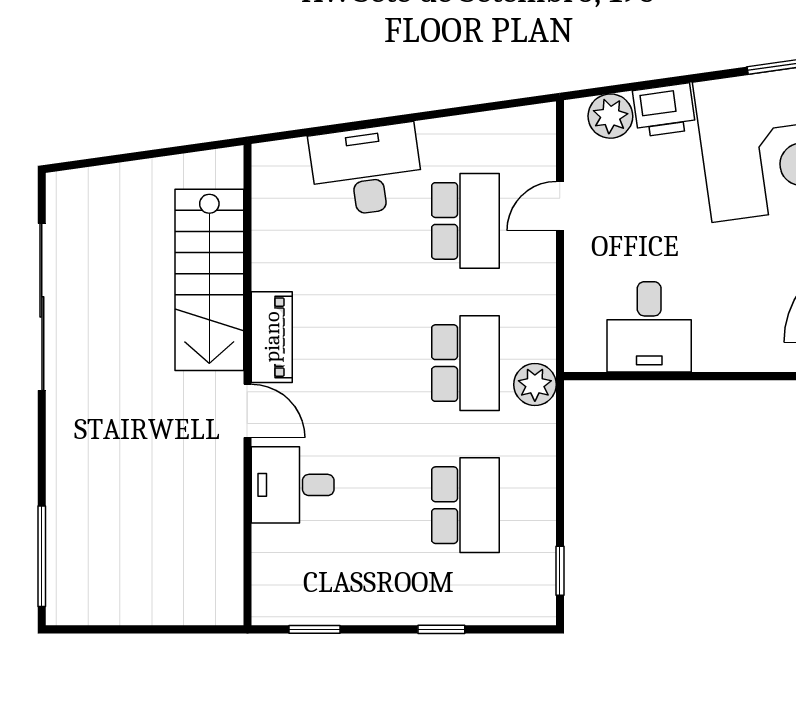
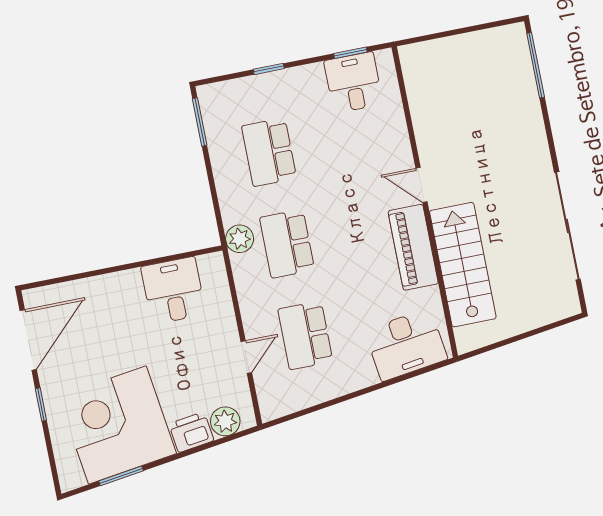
desk: (366, 170) -> (406, 345), moved
piano: (272, 337) -> (413, 247), width x1.37, depth x1.33
desk: (293, 485) -> (353, 82), moved, turned -90
window: (560, 571) -> (200, 122), width x1.50

